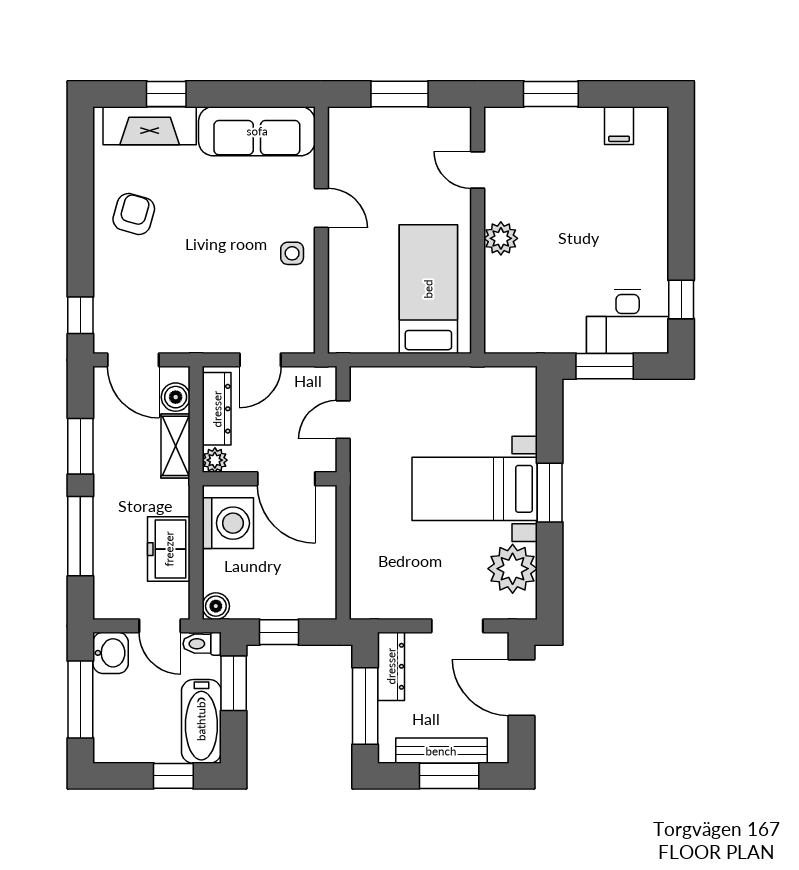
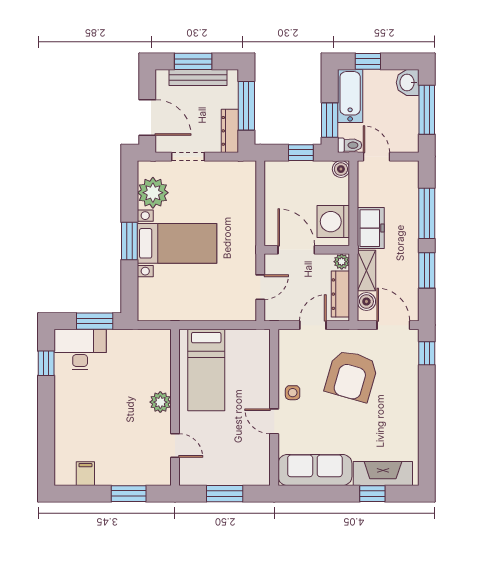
armchair: (134, 214) -> (352, 376), moved, width x1.88, depth x1.88
freezer: (169, 549) -> (371, 228), moved
washbasin: (111, 653) -> (408, 83), moved

